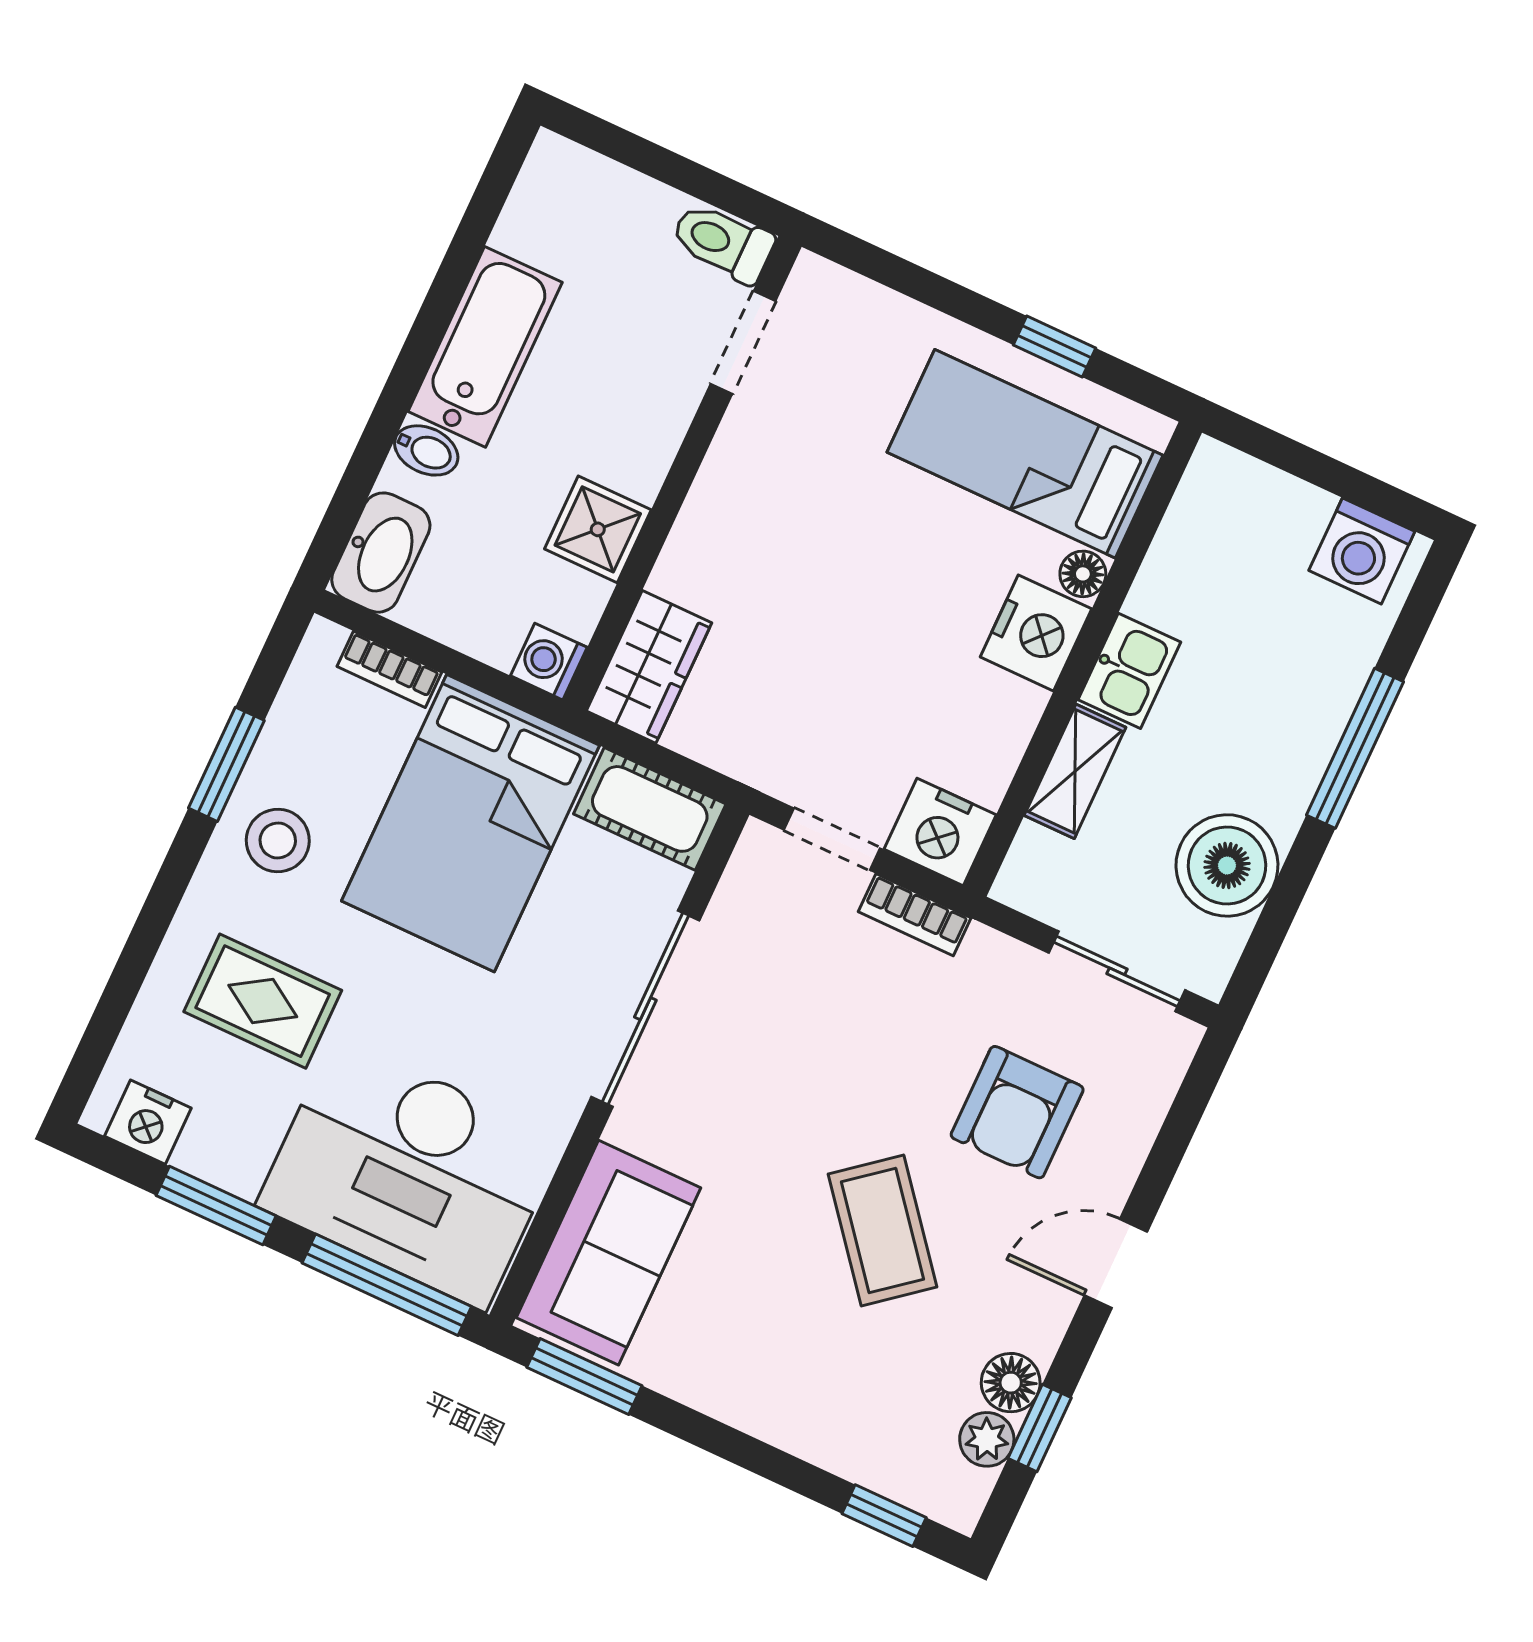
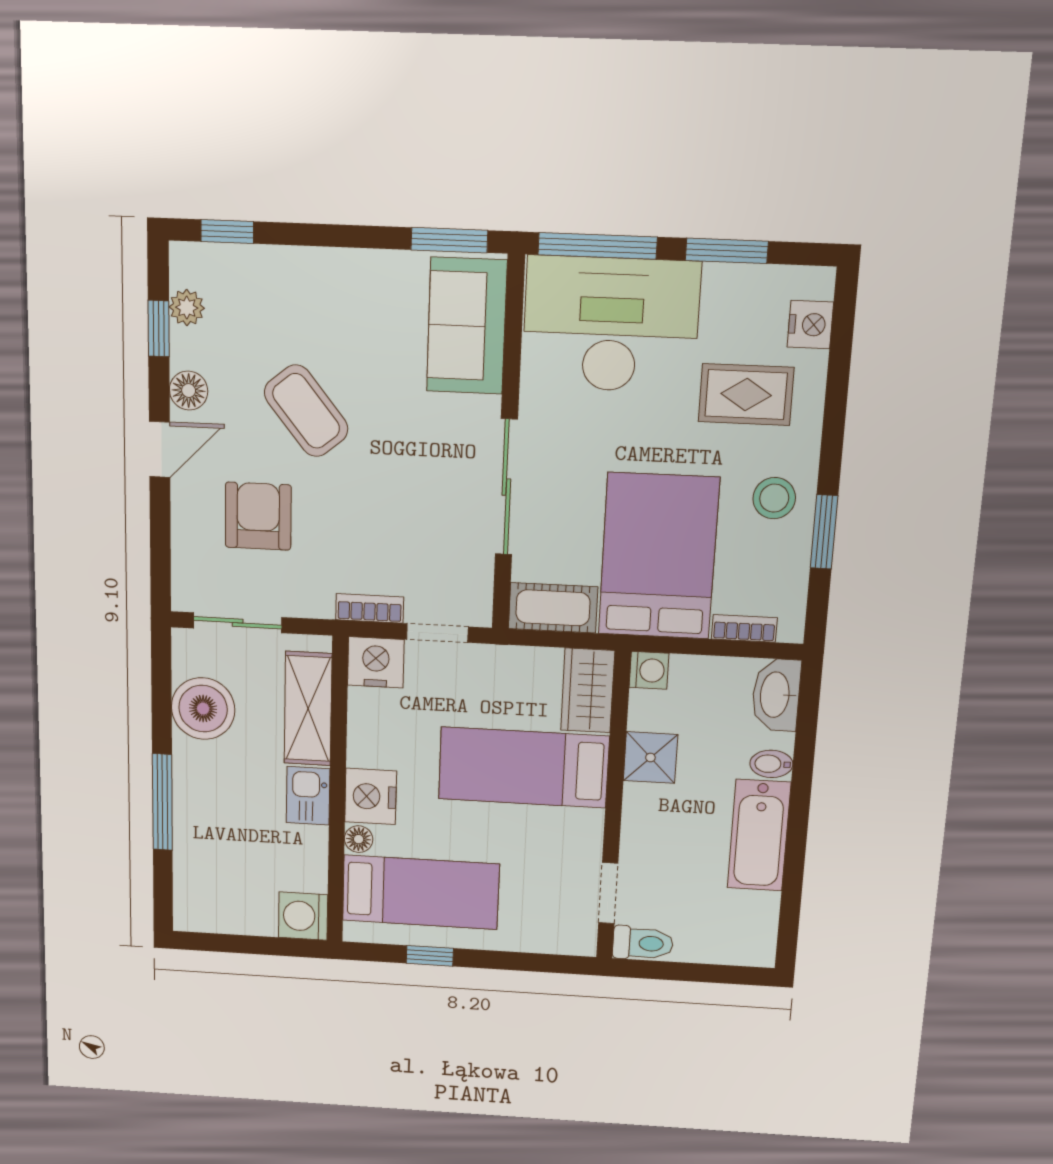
washing machine: (1362, 551) -> (303, 916), moved, turned -90
bed: (790, 588) -> (524, 768), added
shelving: (1075, 771) -> (308, 709), width x1.50, depth x1.33
nightstand: (148, 1122) -> (810, 325), moved, turned 90
floor lamp: (1011, 1383) -> (189, 391), moved

